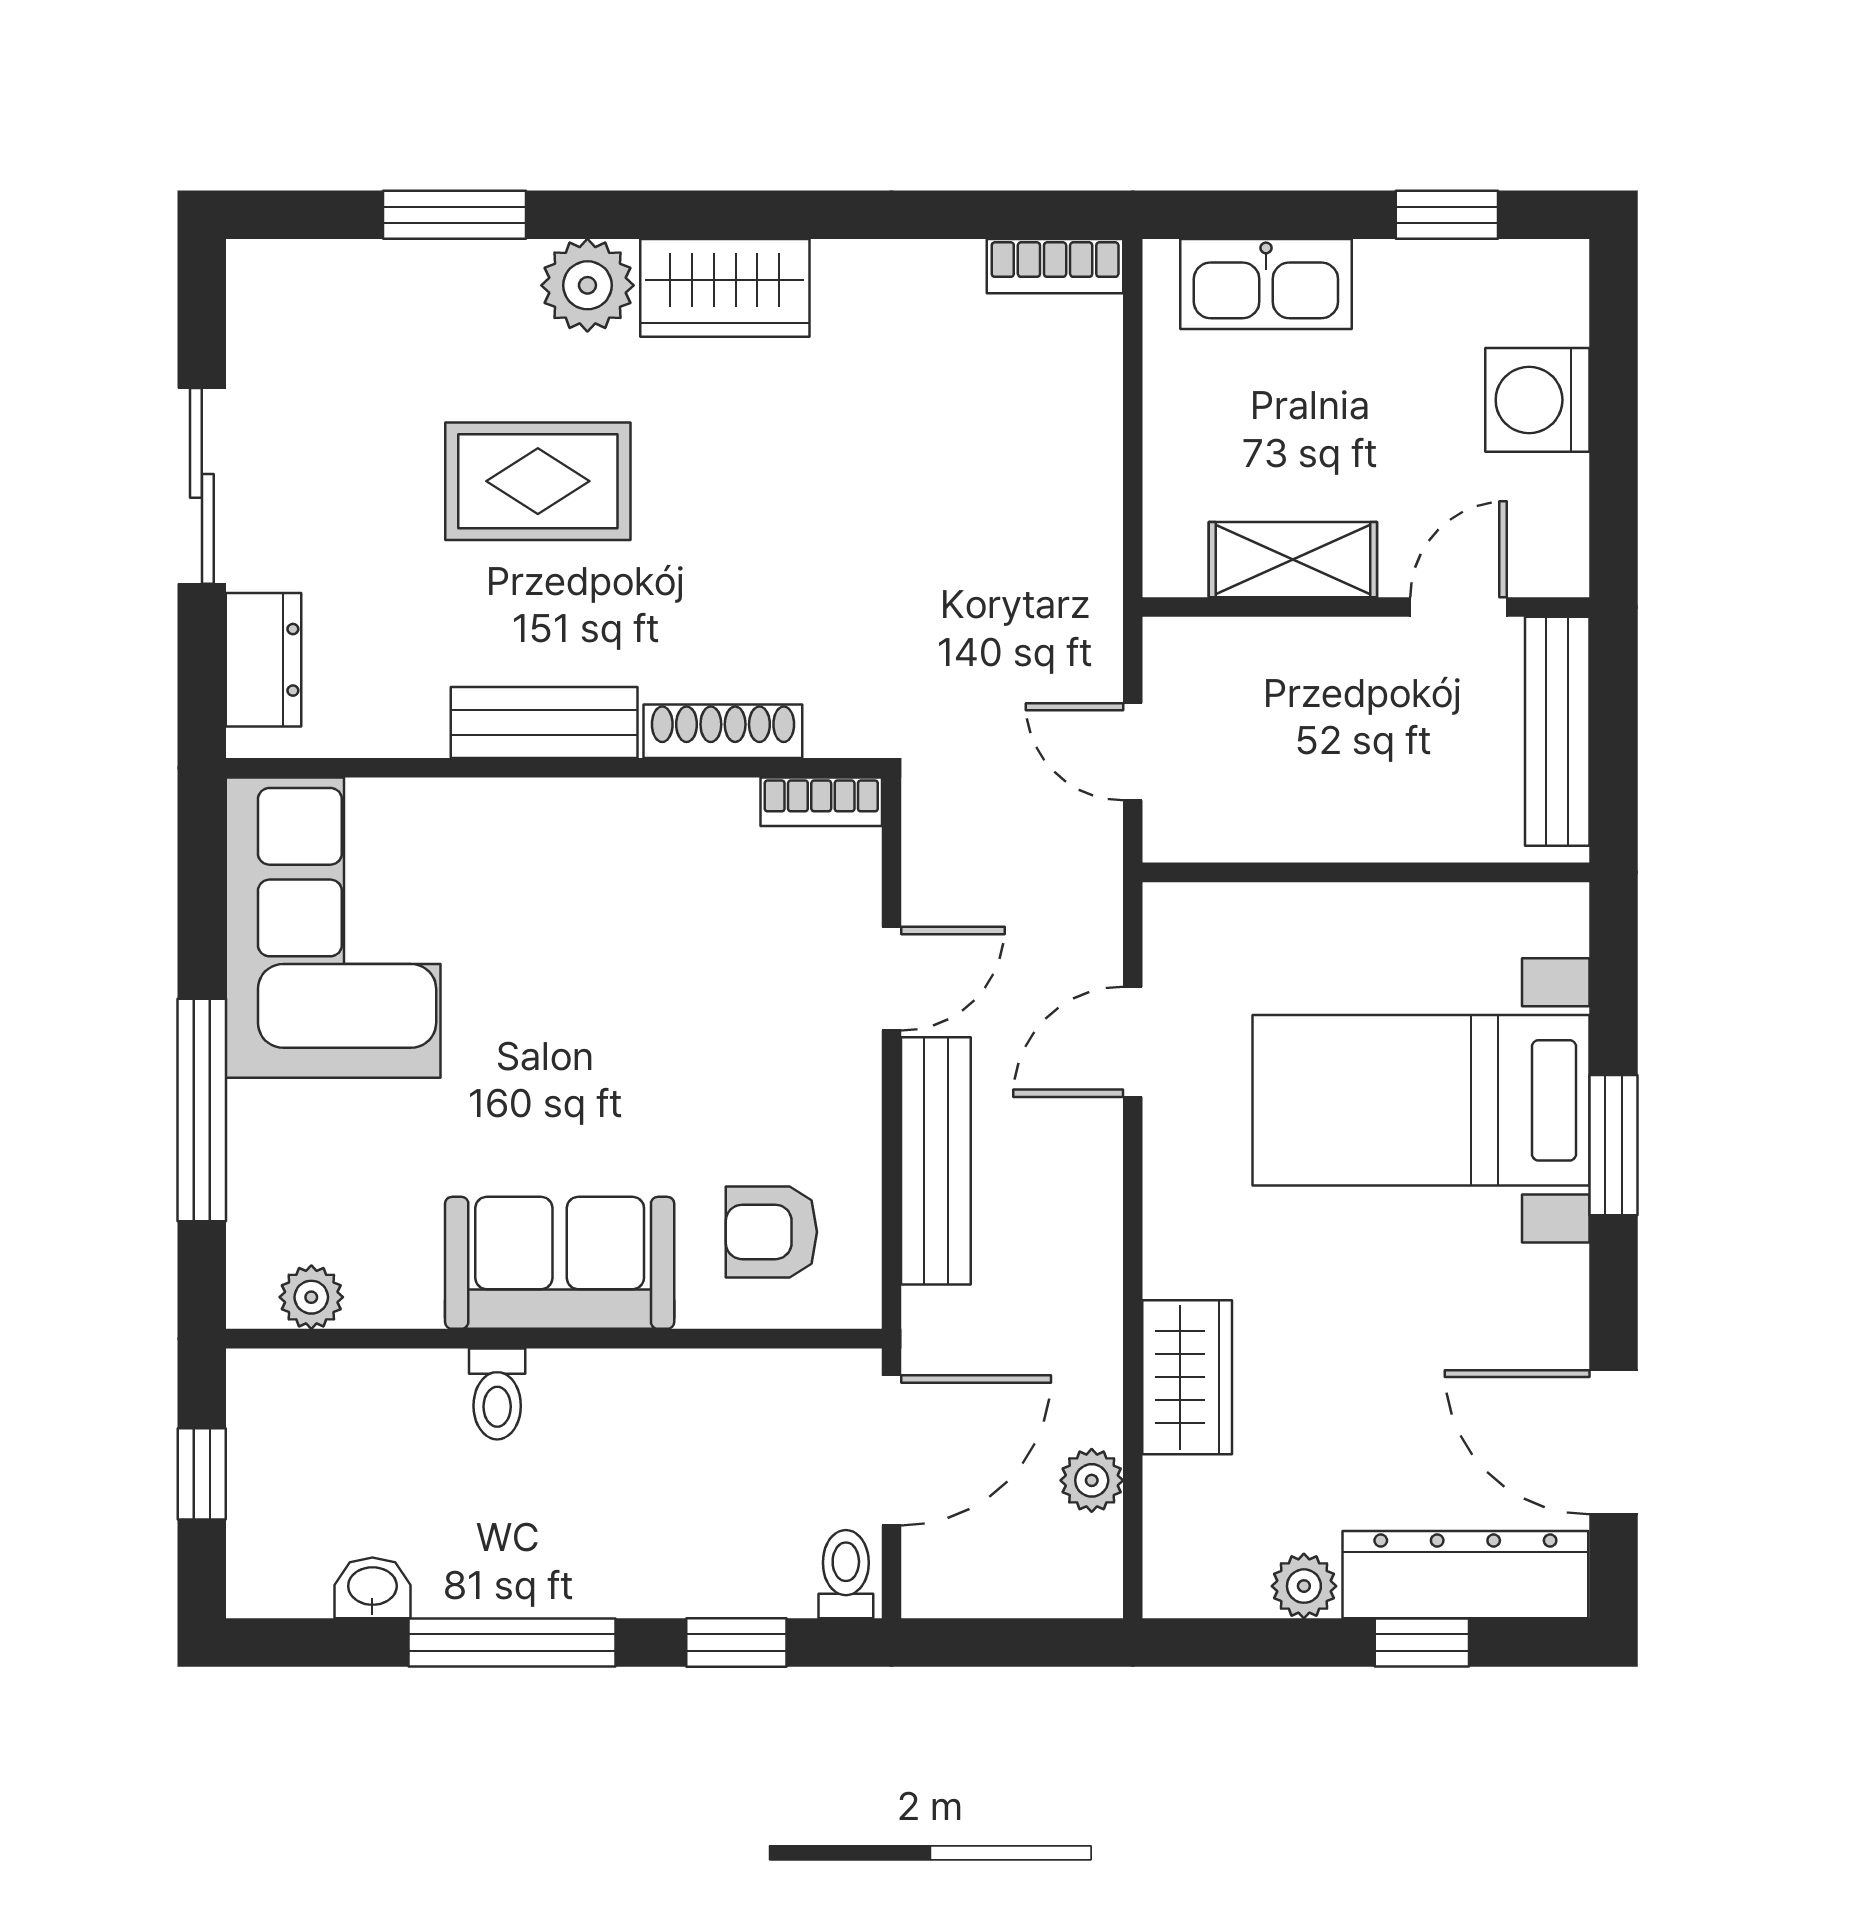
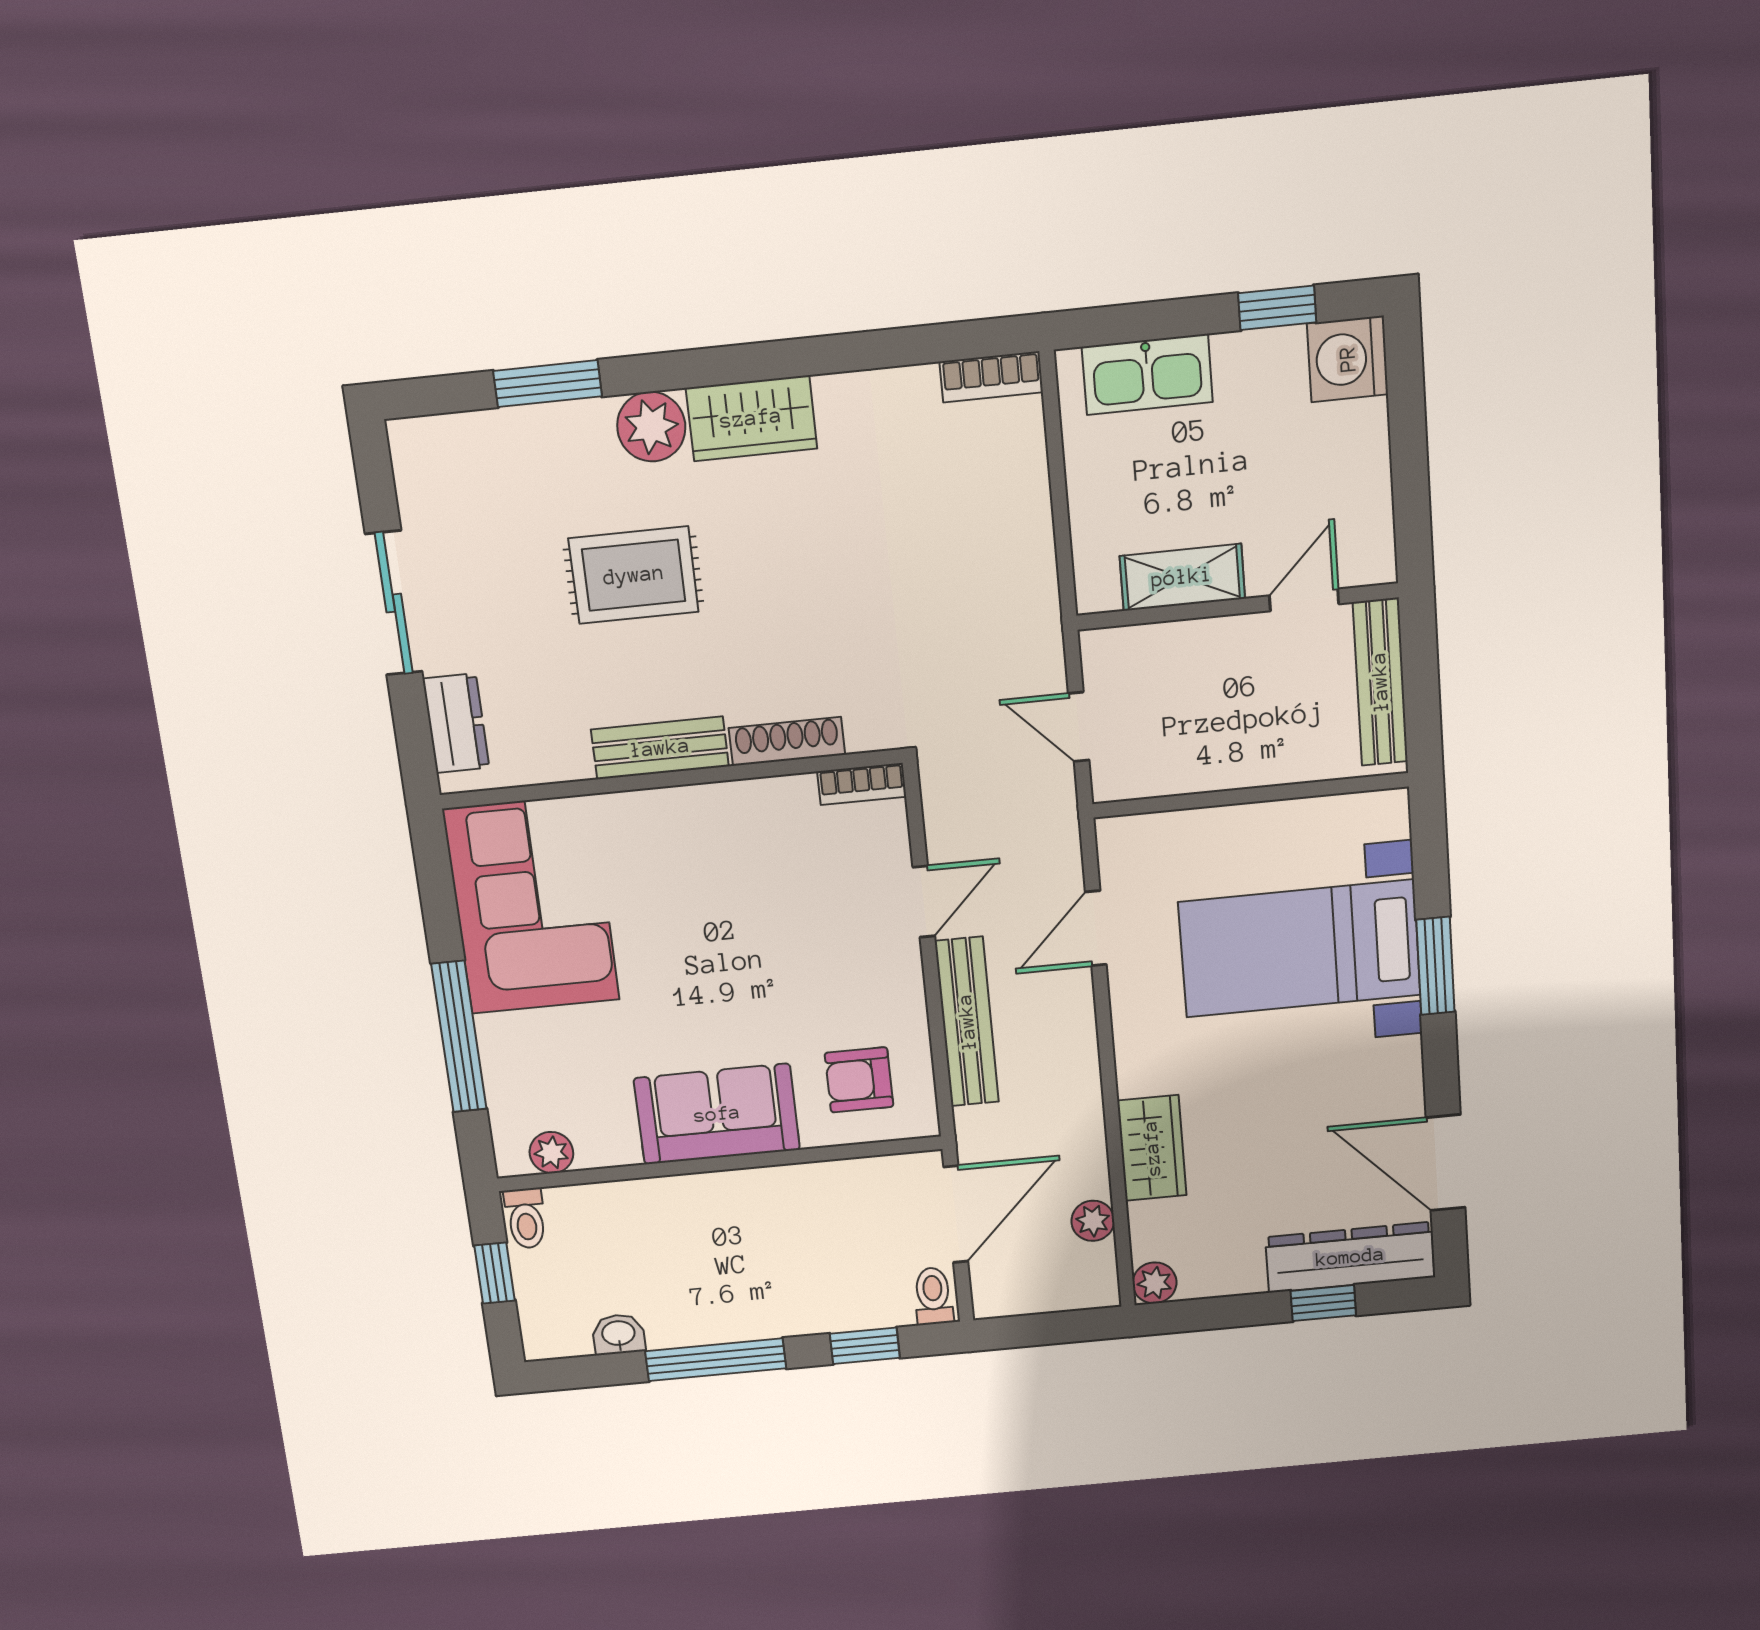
washing machine: (1537, 400) -> (1348, 359), moved
toilet: (497, 1394) -> (526, 1218), moved
plant: (1304, 1586) -> (1155, 1283), moved

